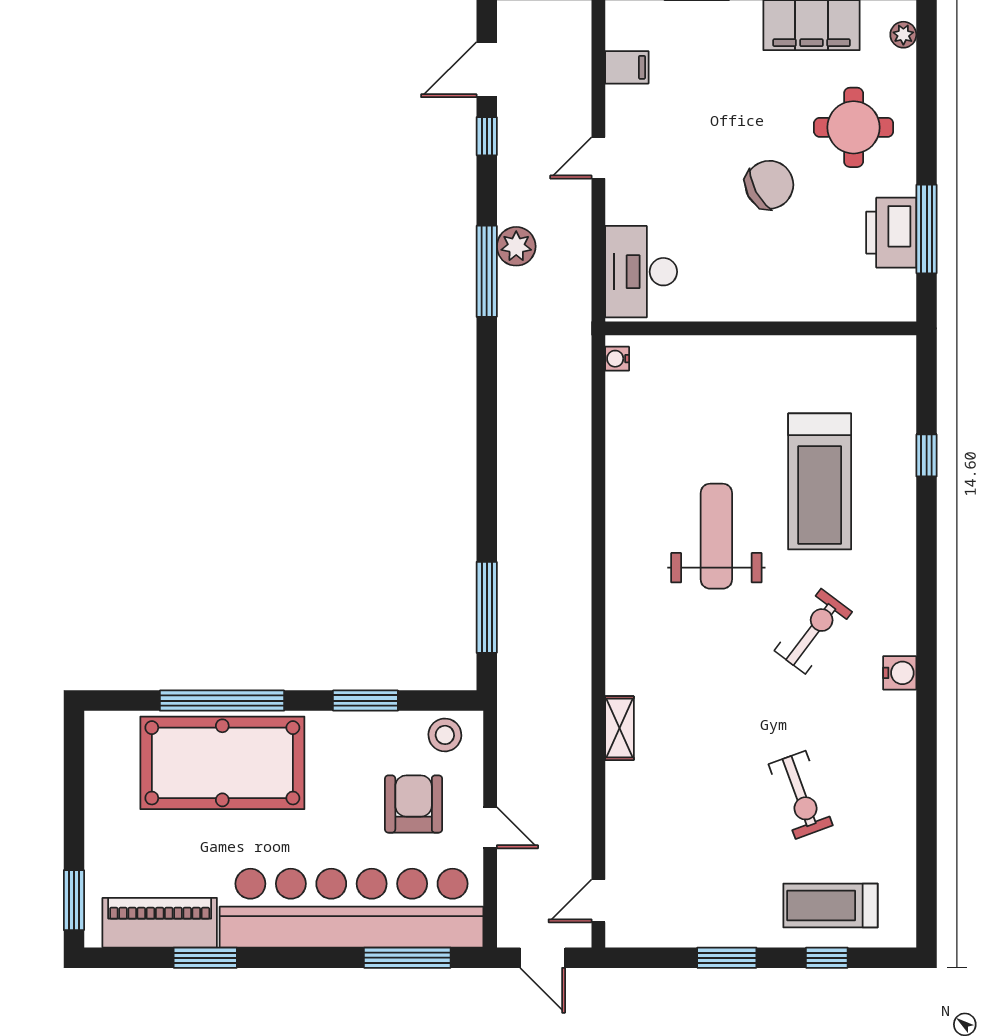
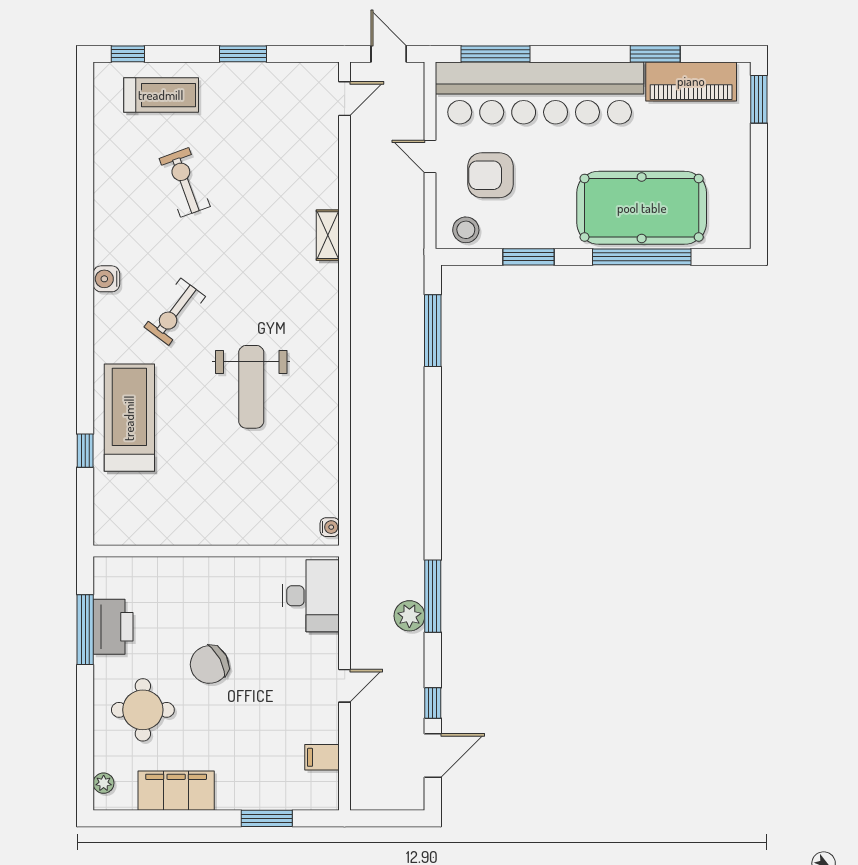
treadmill: (820, 481) -> (129, 418), moved
armchair: (414, 804) -> (491, 175), turned 90
window: (827, 958) -> (128, 54), moved

